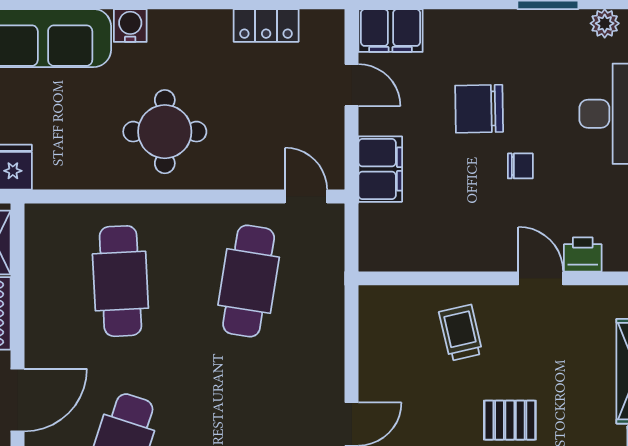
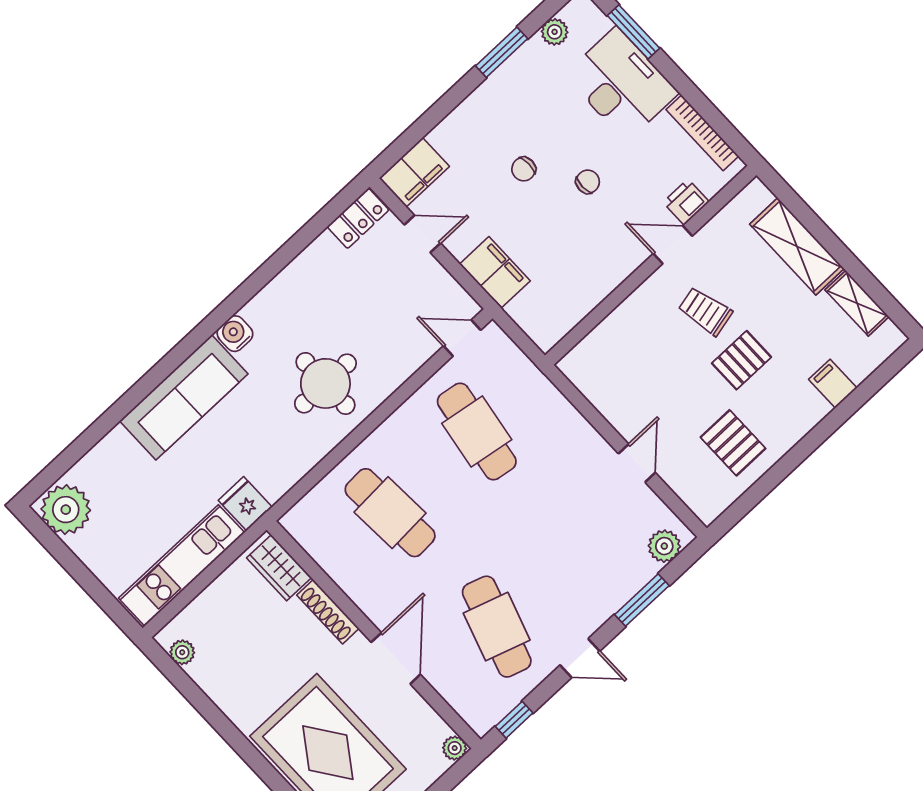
locker: (266, 25) -> (358, 218), moved
chair: (479, 109) -> (524, 169), width x0.54, depth x0.54
trolley: (461, 333) -> (705, 311), moved

